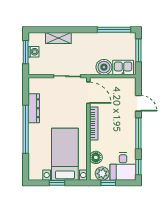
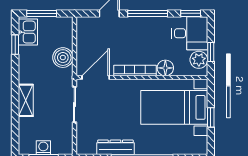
window: (114, 30) -> (15, 45), width x0.46
shelving: (58, 38) -> (26, 100), moved
kitchen sink: (123, 67) -> (28, 32), moved, turned 180
floor lamp: (96, 157) -> (165, 68), moved

